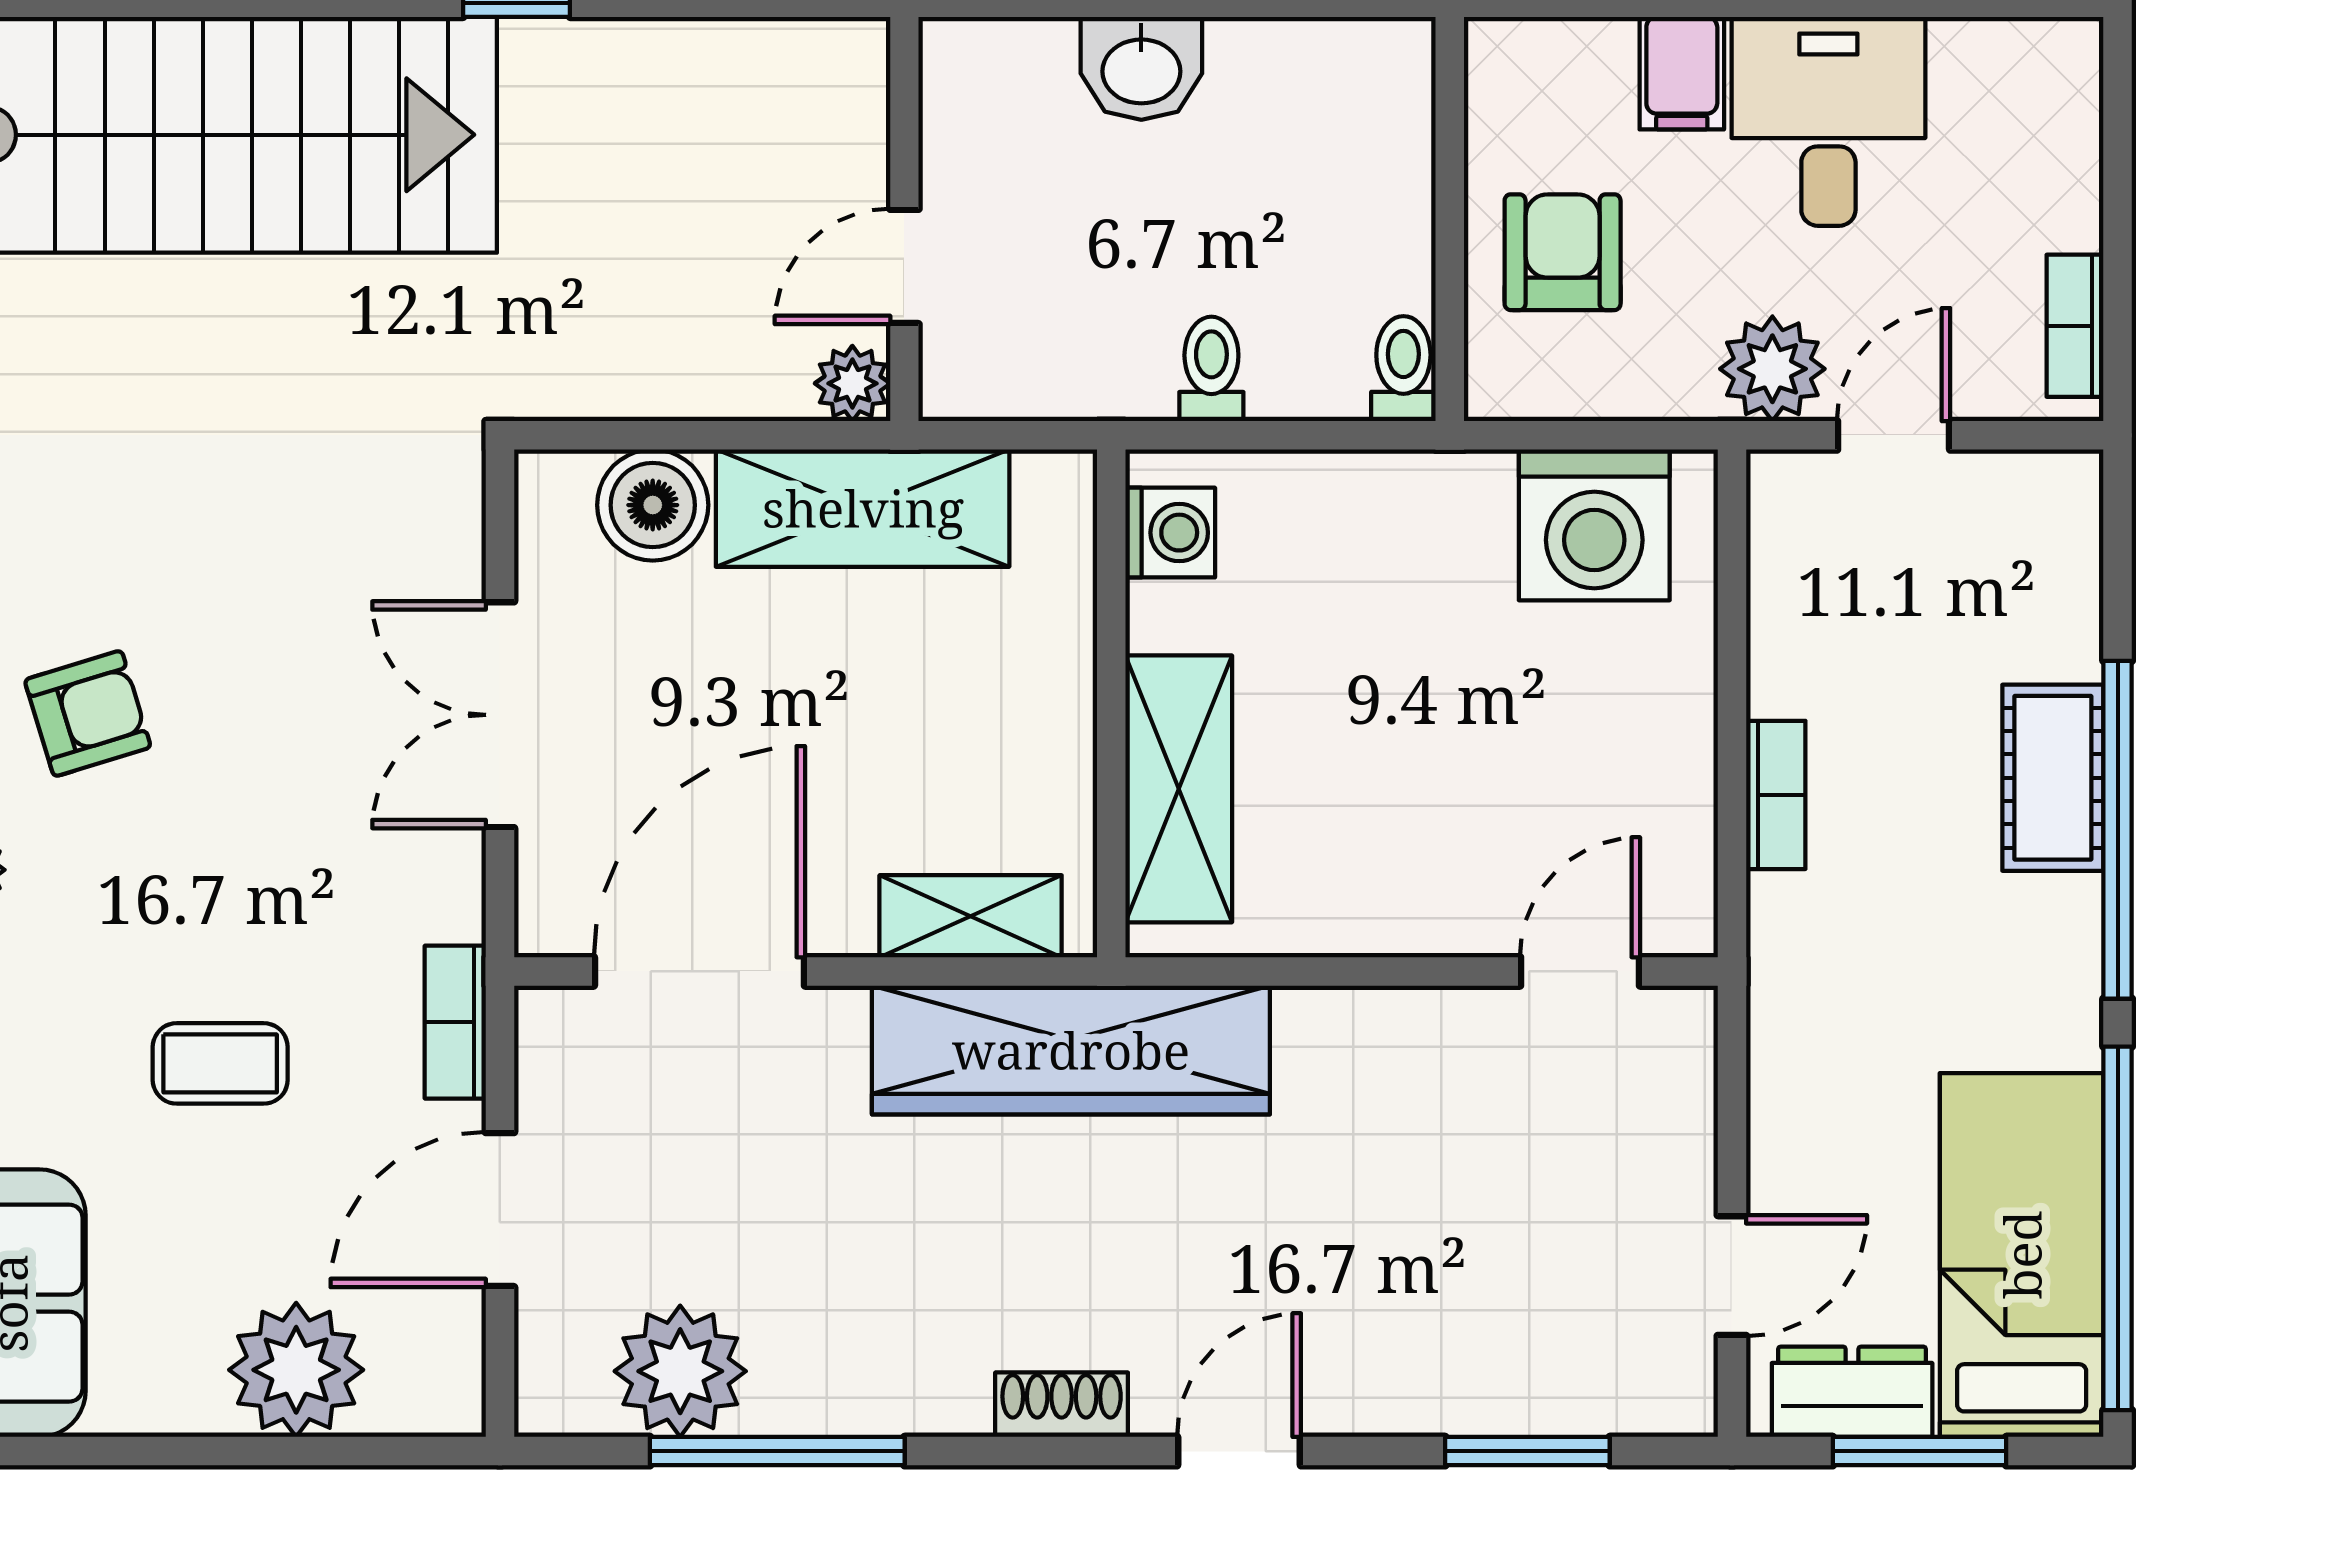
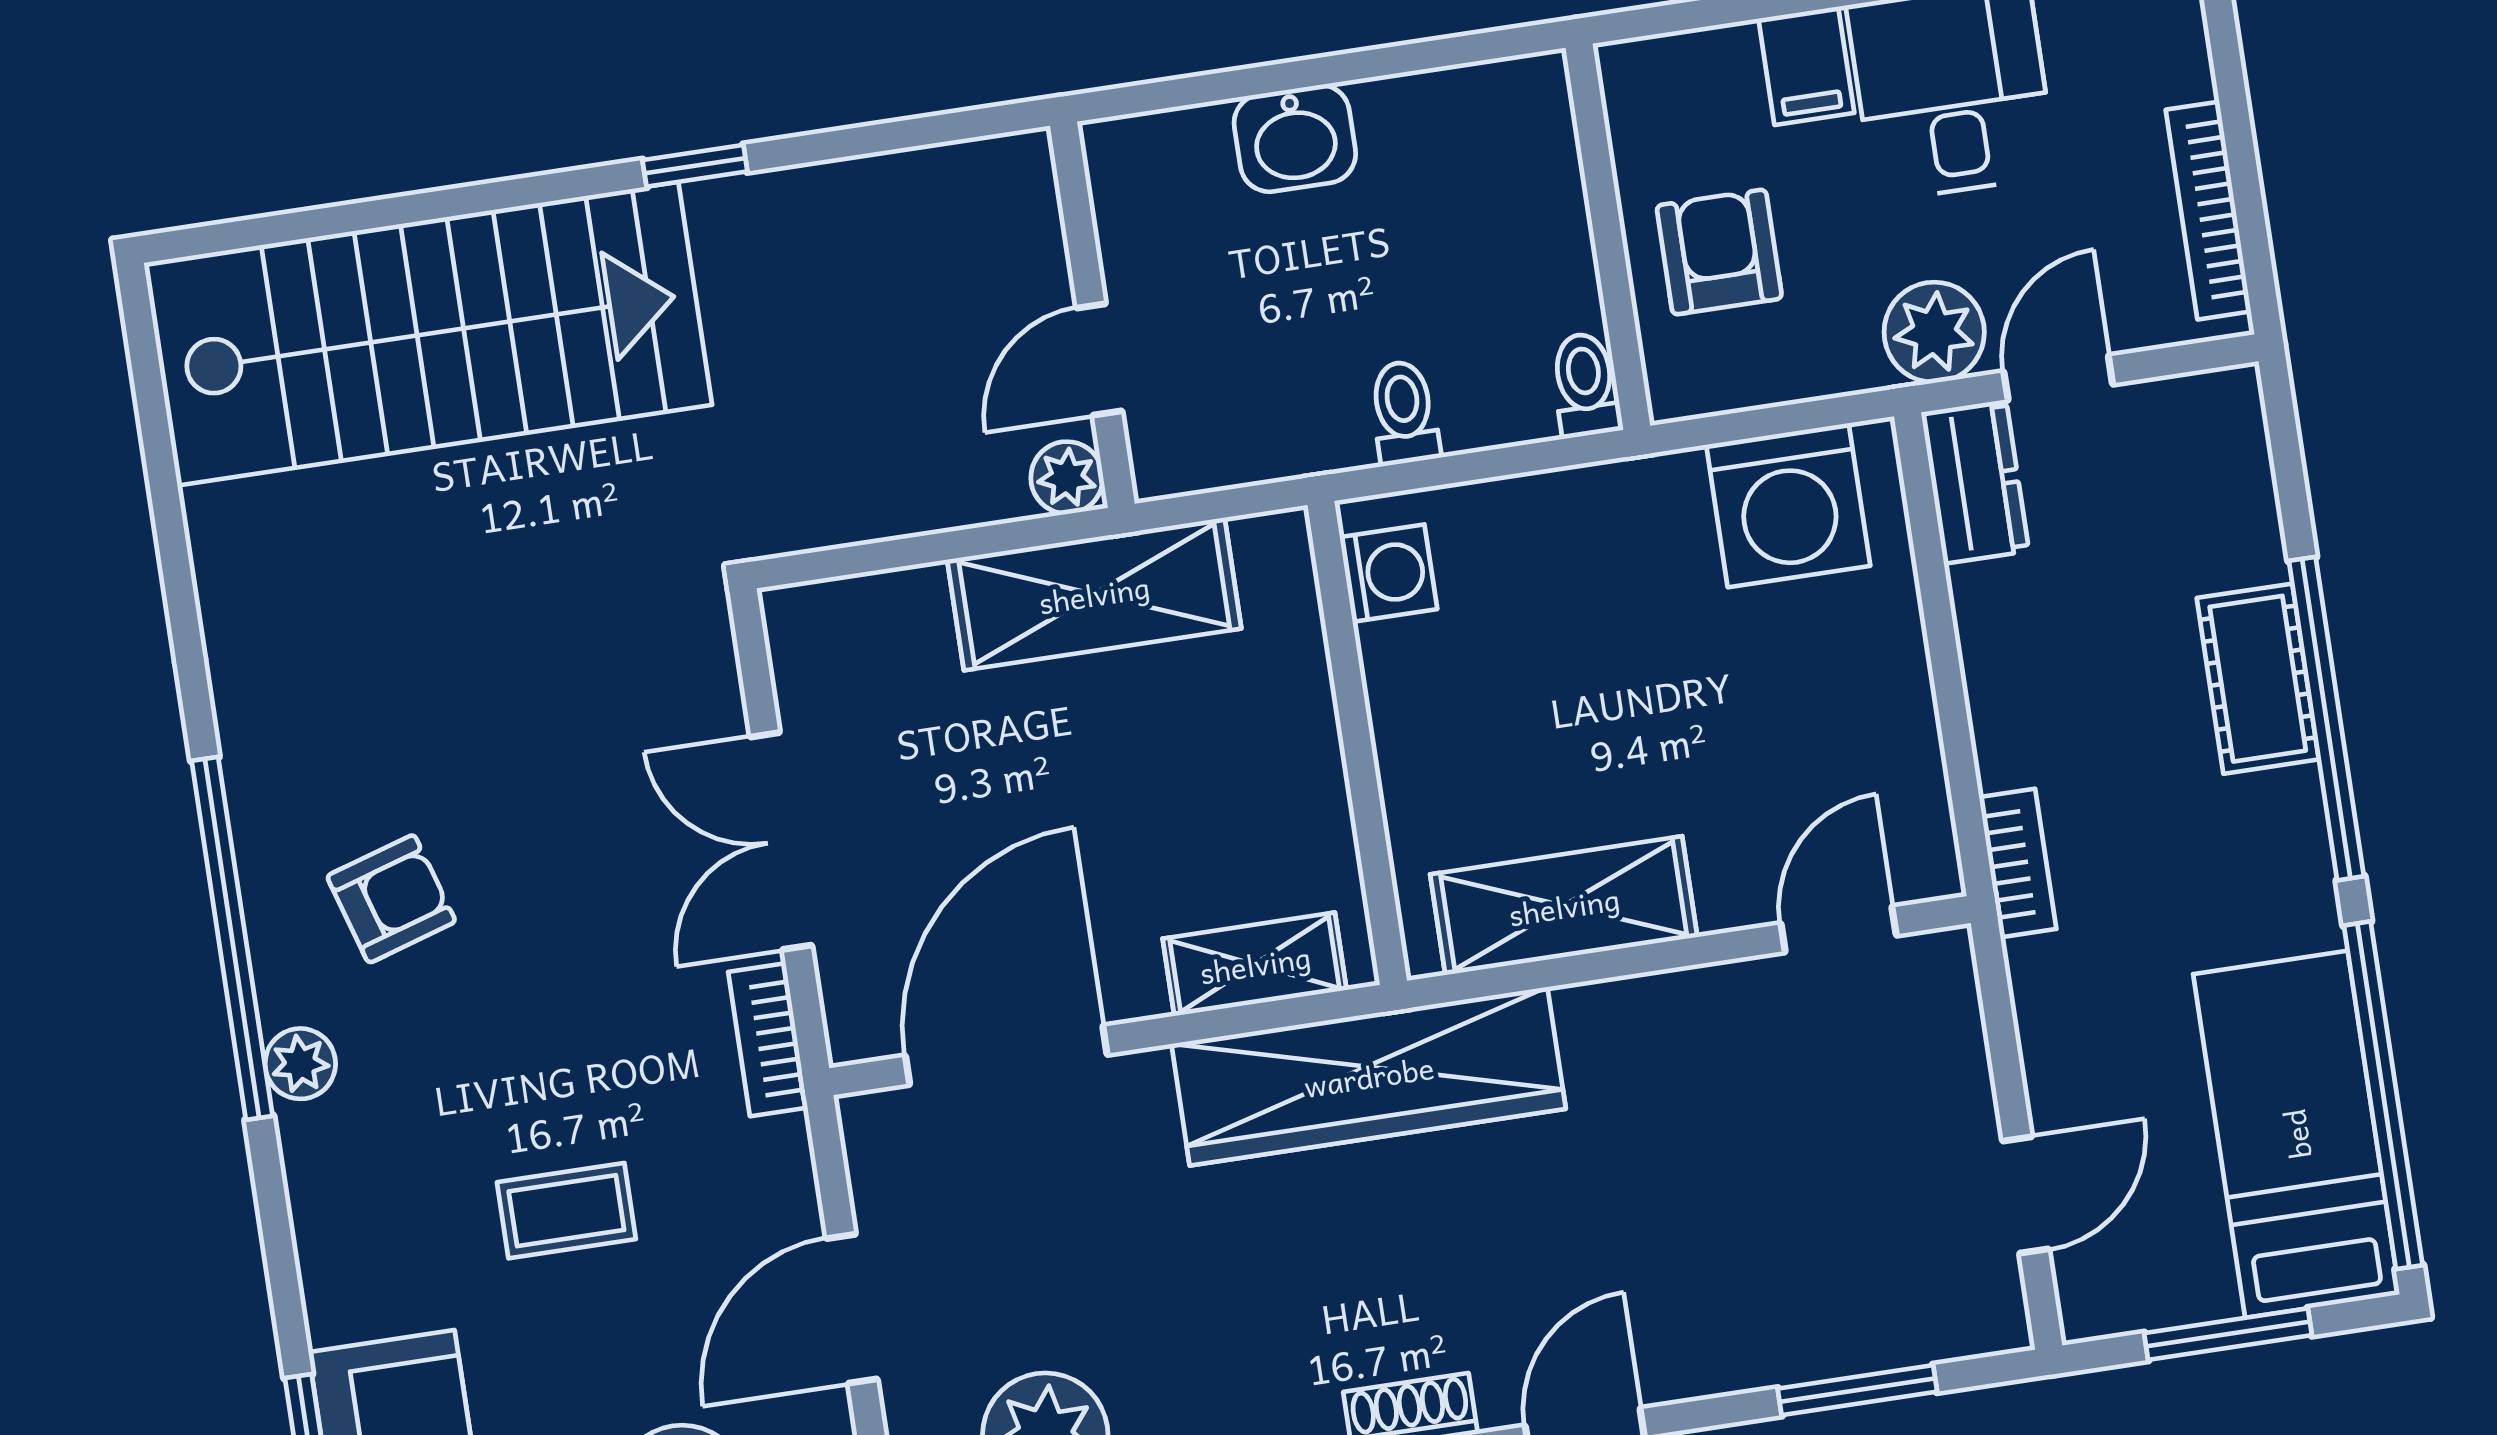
bookcase: (2075, 326) -> (2208, 211), width x1.56
boiler: (653, 505) -> (895, 621), removed
shelving: (1179, 789) -> (1564, 906), moved, turned 90
bookcase: (1776, 795) -> (2018, 863), moved
bookcase: (455, 1022) -> (768, 1040), moved
dresser: (1852, 1392) -> (1975, 482), moved, turned 90

